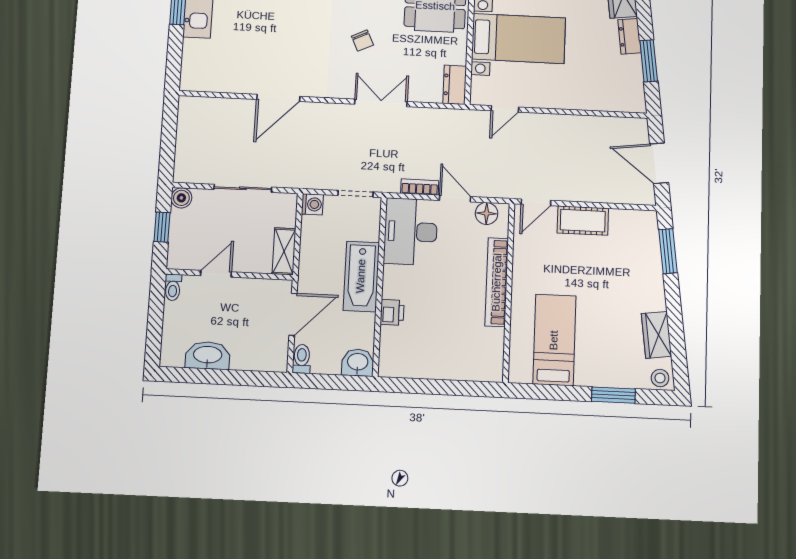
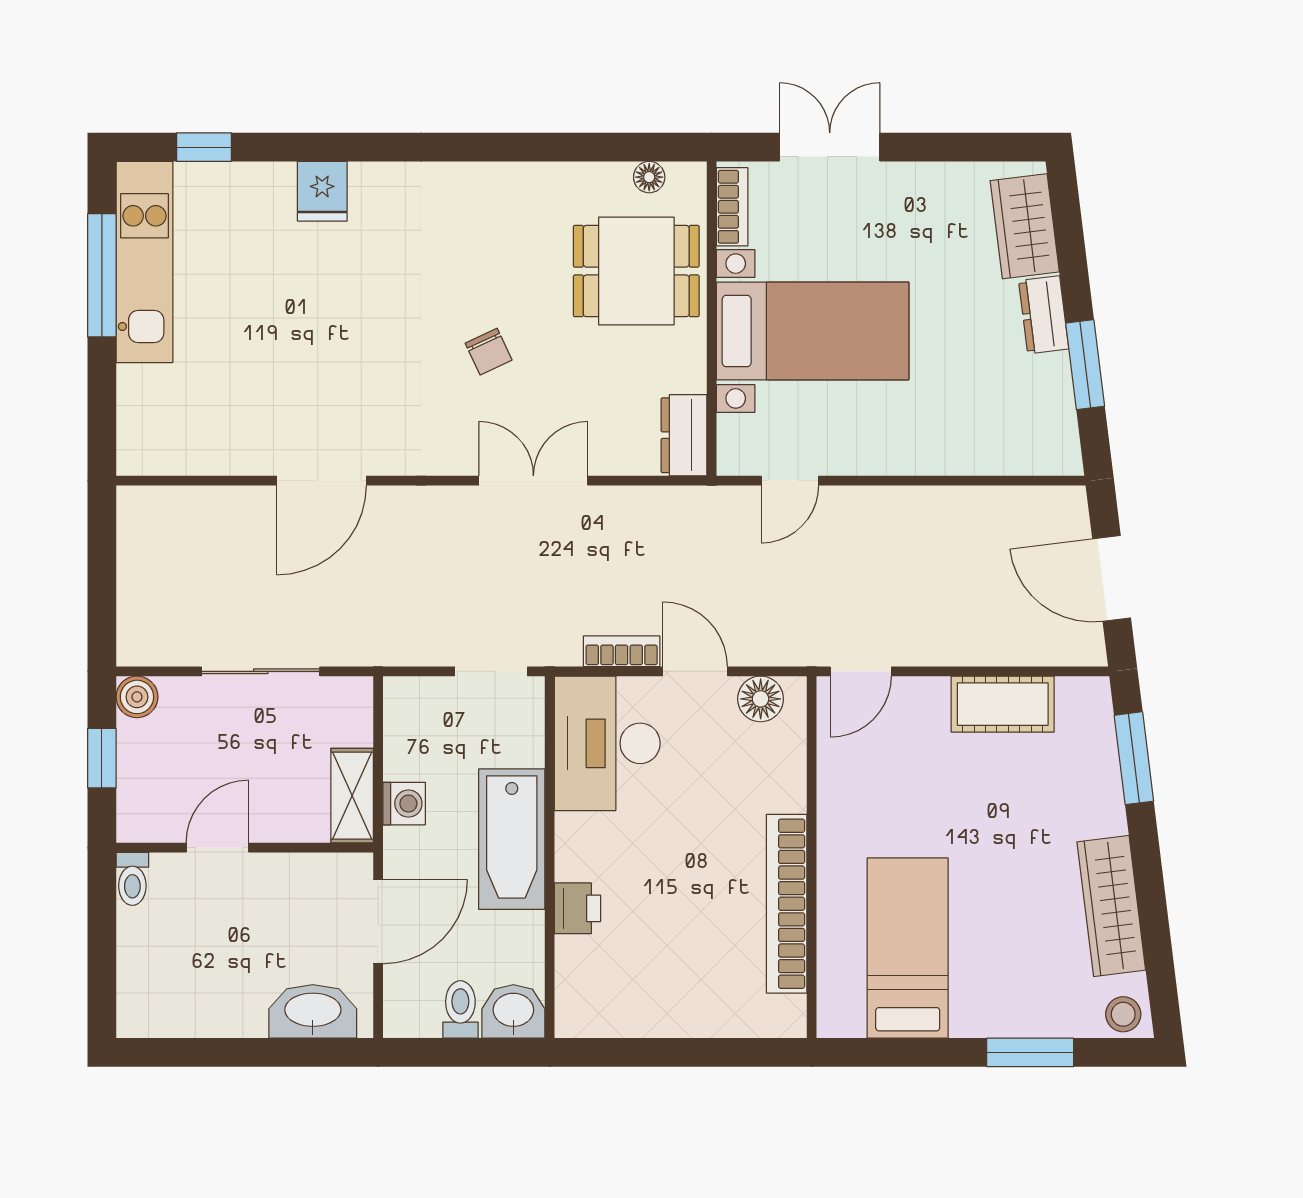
washing machine: (312, 204) -> (404, 804), moved
cot: (583, 221) -> (1003, 704), moved
bookcase: (497, 282) -> (787, 904), moved
wardrobe: (656, 335) -> (1111, 906), width x1.50
washbasin: (208, 355) -> (313, 1011), moved
toilet: (302, 359) -> (460, 1009), moved

